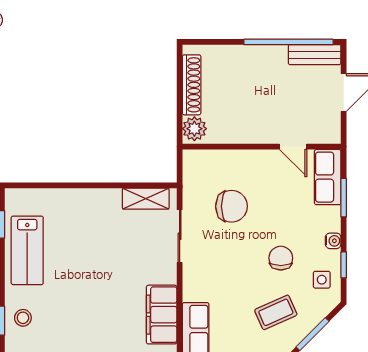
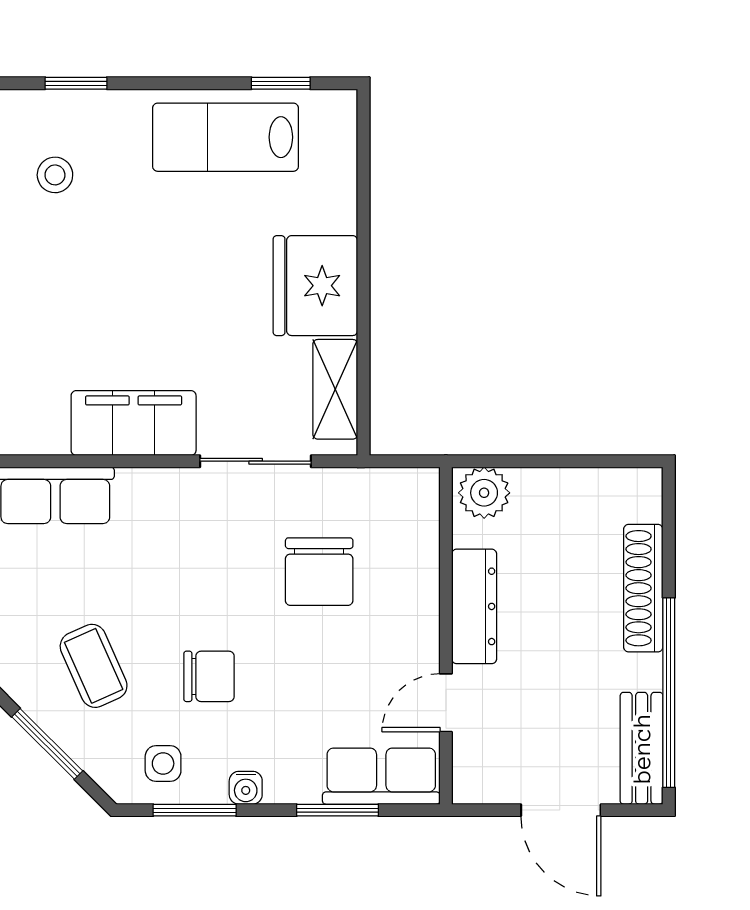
shoe rack: (192, 85) -> (643, 588), moved, turned 90
dresser: (248, 133) -> (474, 606), added
fridge: (97, 208) -> (315, 286), added
window: (344, 265) -> (195, 810), width x1.50
filing cabinet: (162, 315) -> (134, 423), moved
stool: (23, 318) -> (55, 175), moved

